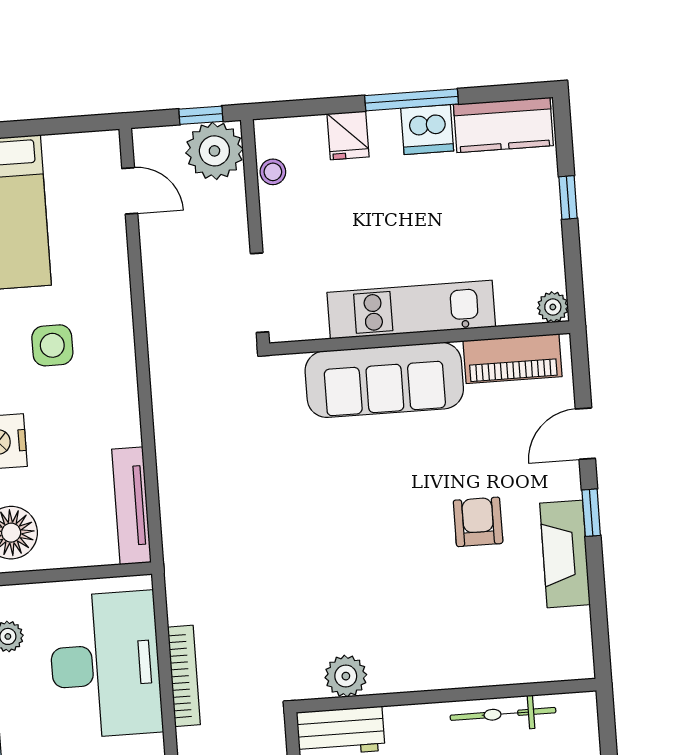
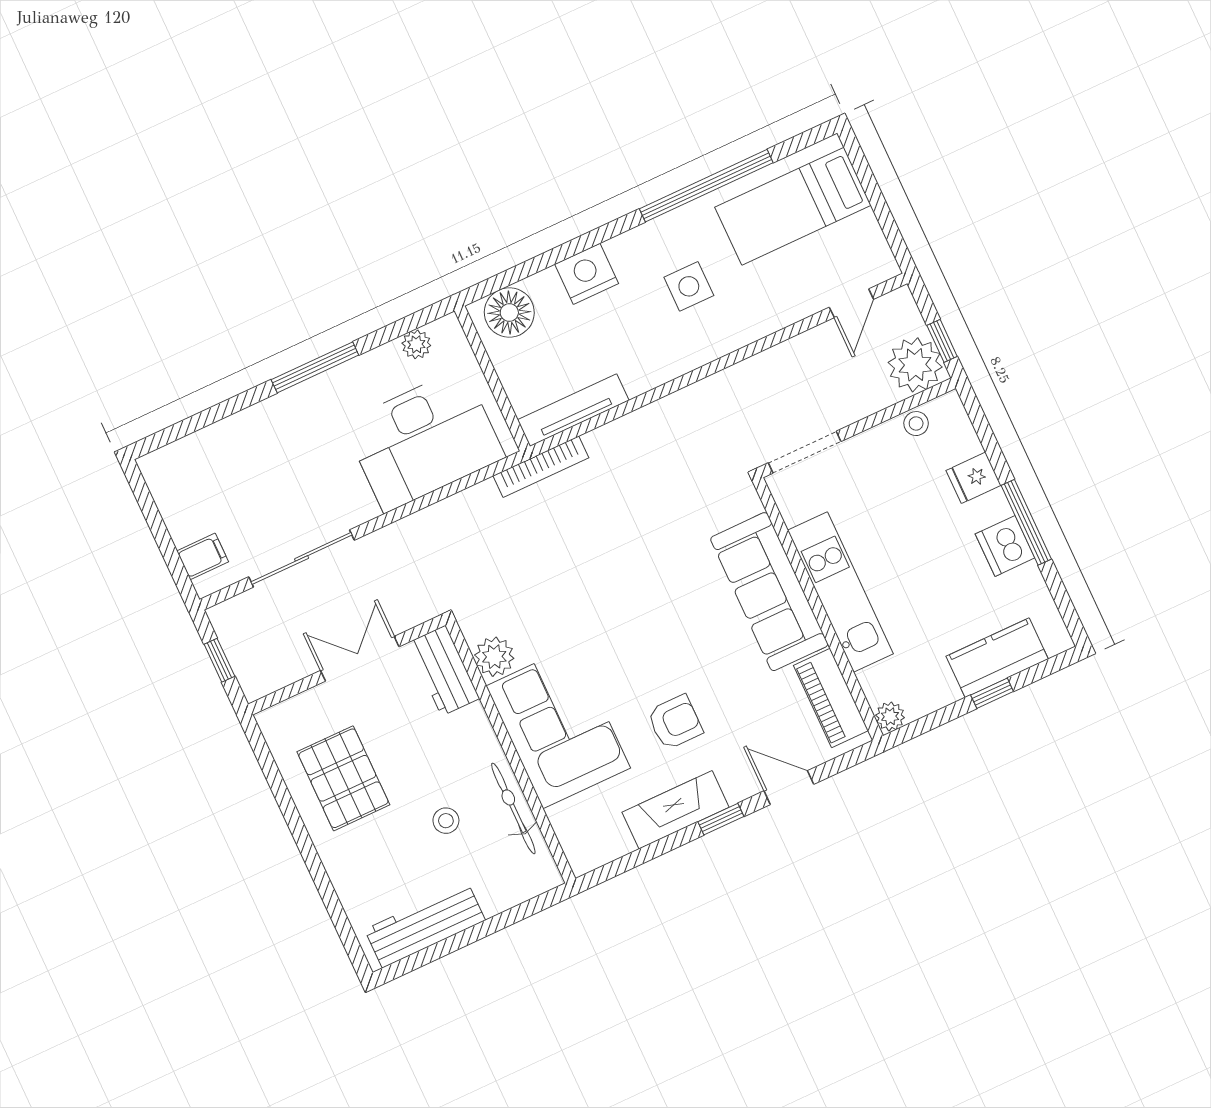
kitchen counter: (503, 125) -> (997, 658), moved, turned 90
corner sofa: (439, 639) -> (558, 727), added
bookcase: (184, 676) -> (541, 467), moved

